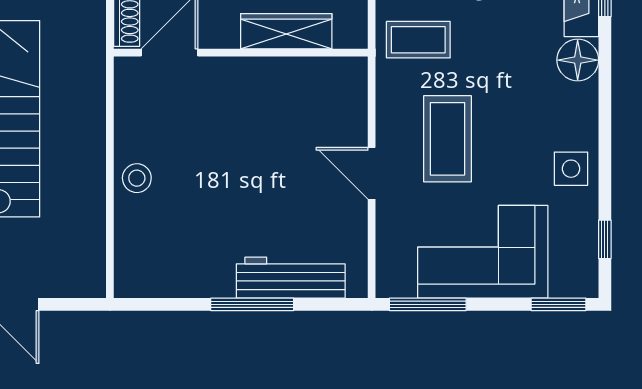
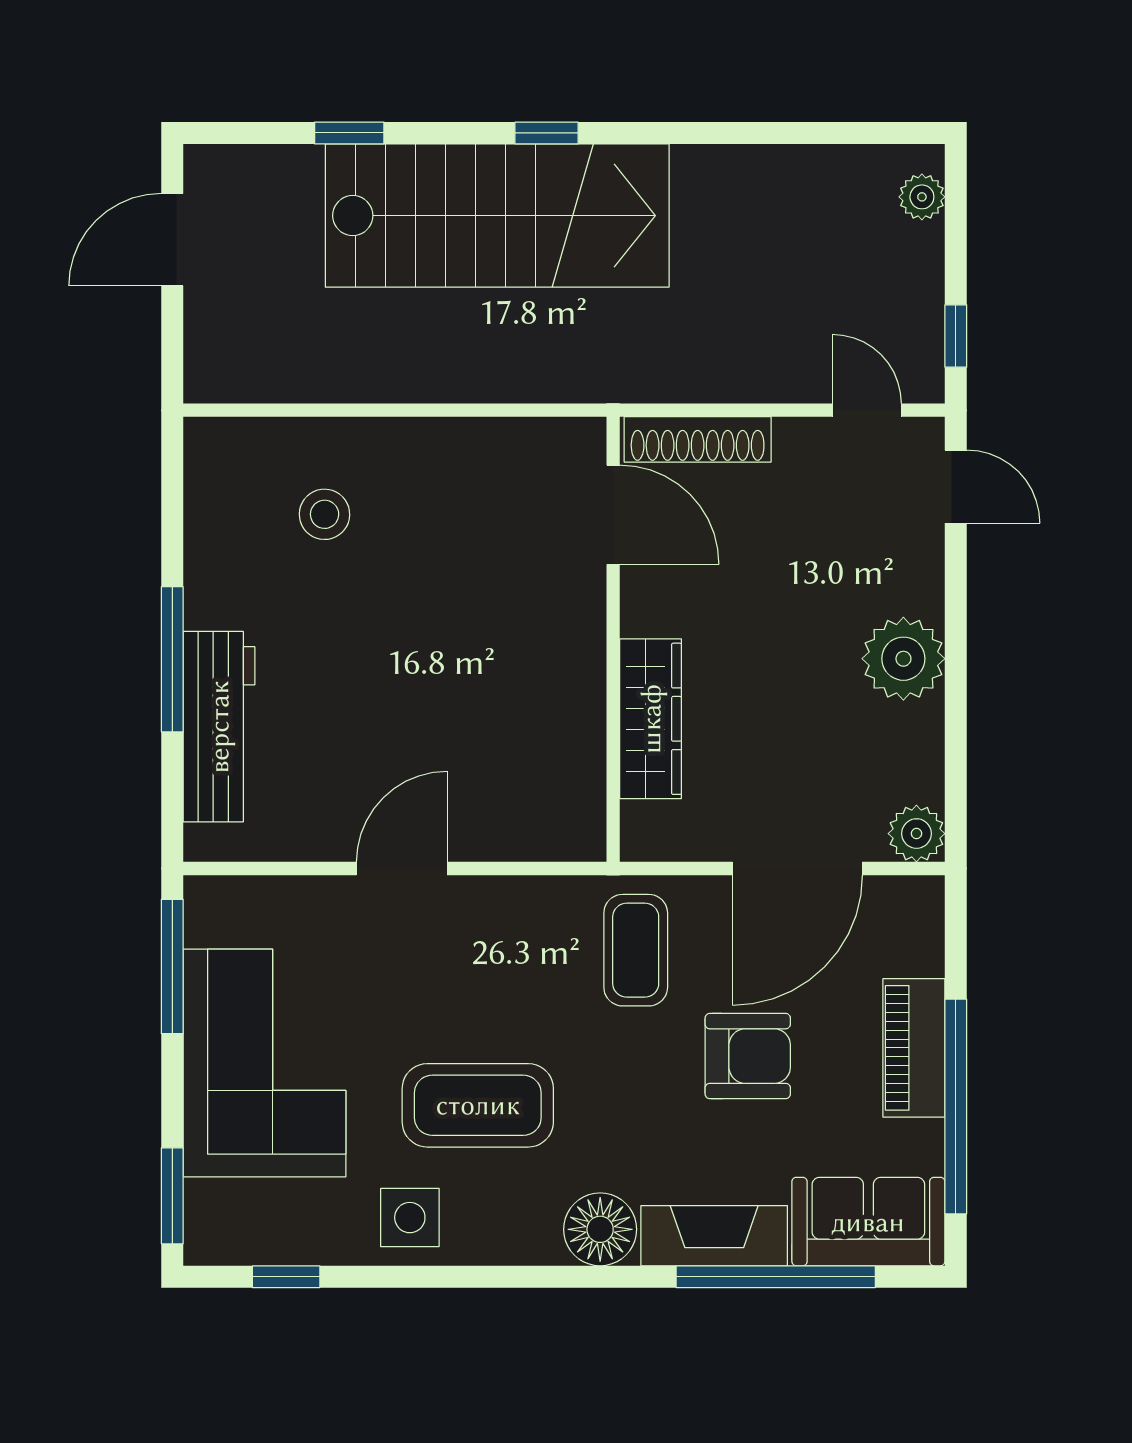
coffee table: (448, 139) -> (478, 1105), moved
stool: (137, 178) -> (325, 514), moved

